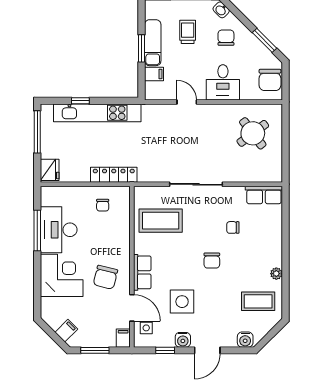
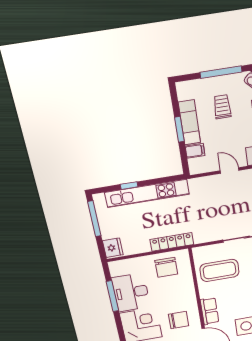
chair: (103, 205) -> (166, 267), width x1.87, depth x1.87
chair: (105, 277) -> (179, 320), turned -104

